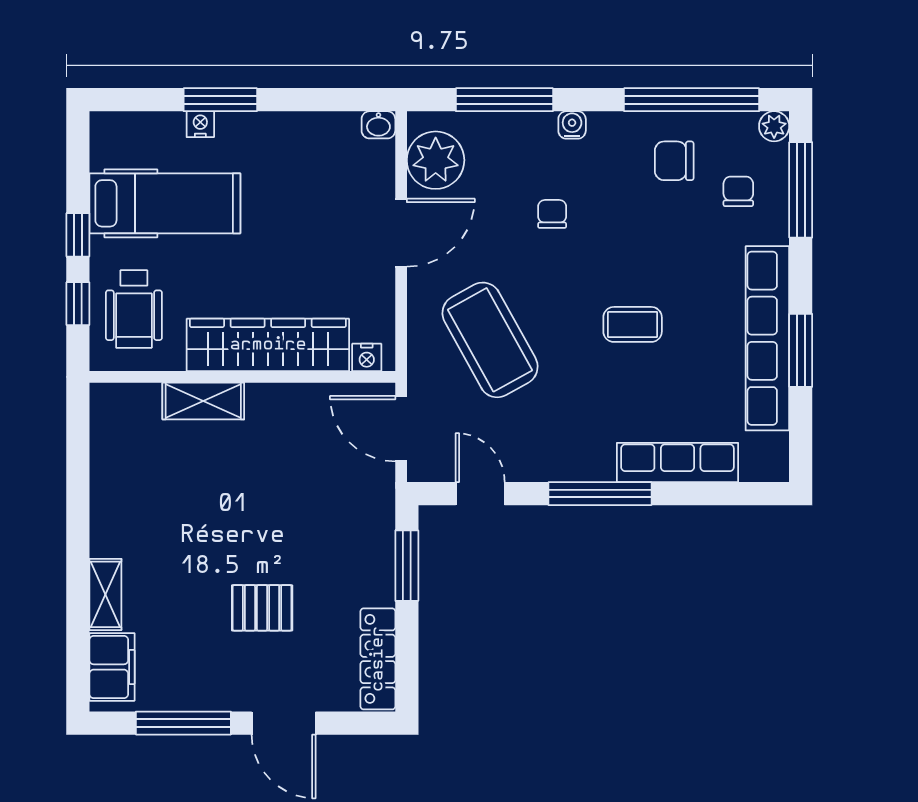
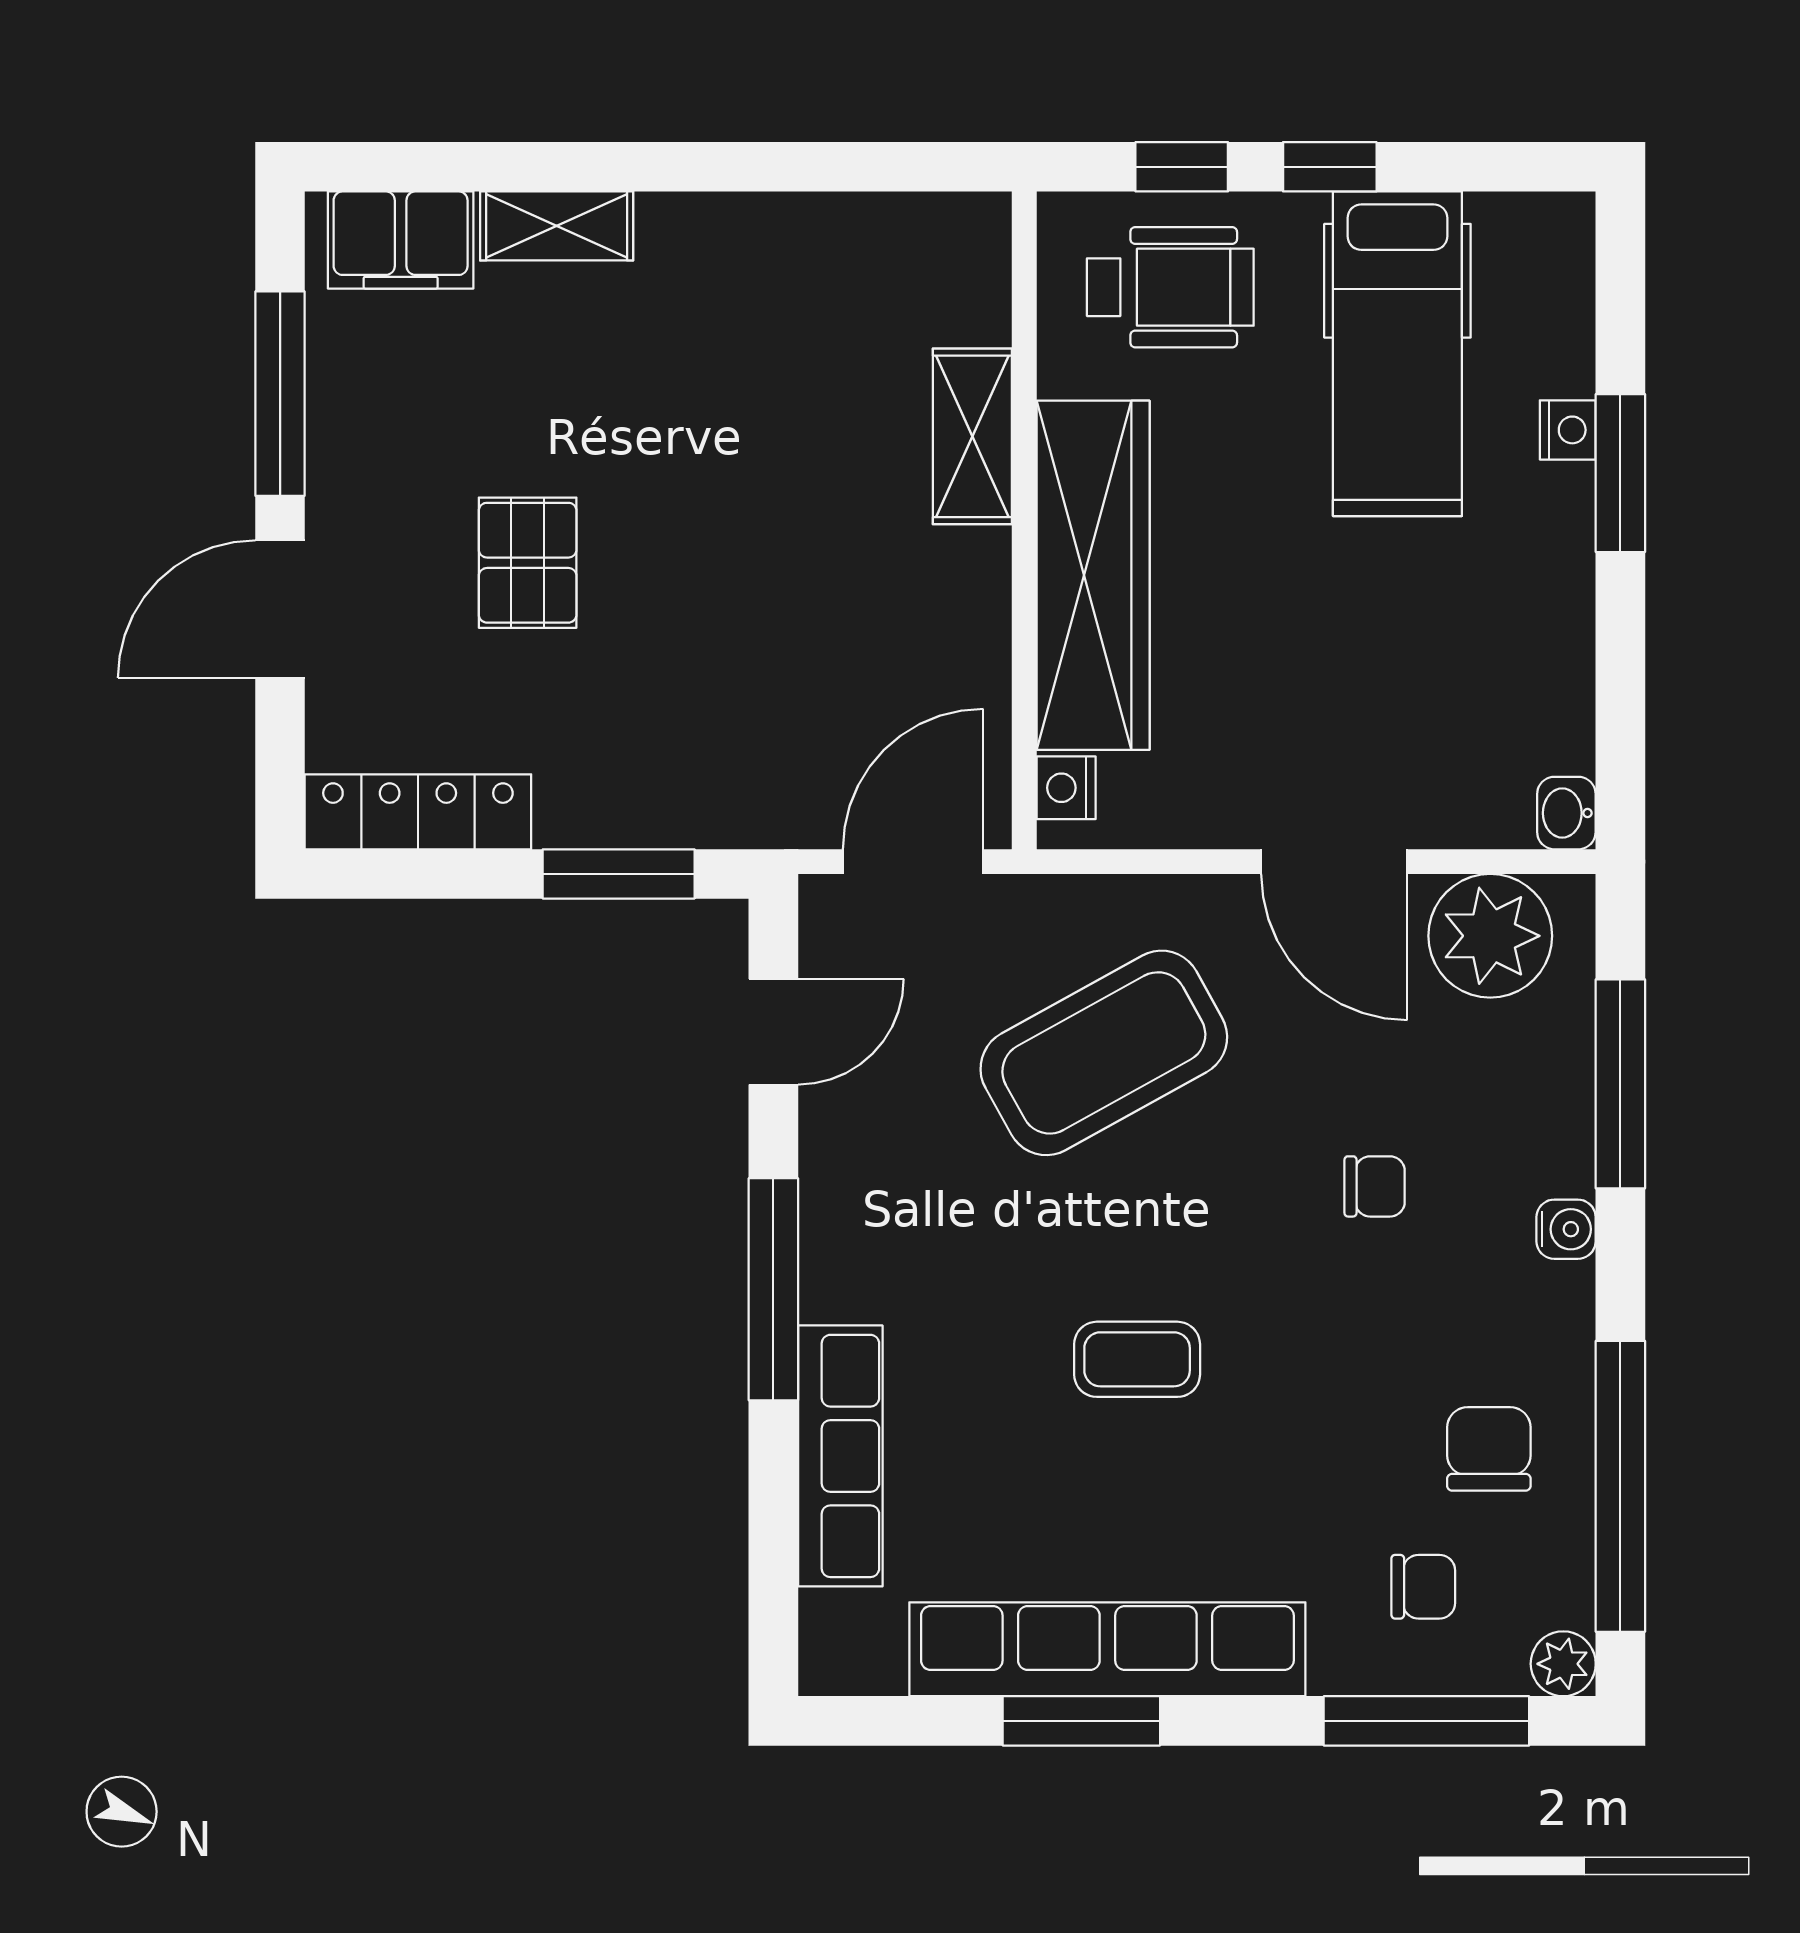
wheelchair: (134, 309) -> (1170, 287), turned 180
coffee table: (633, 324) -> (1137, 1359), turned 90

